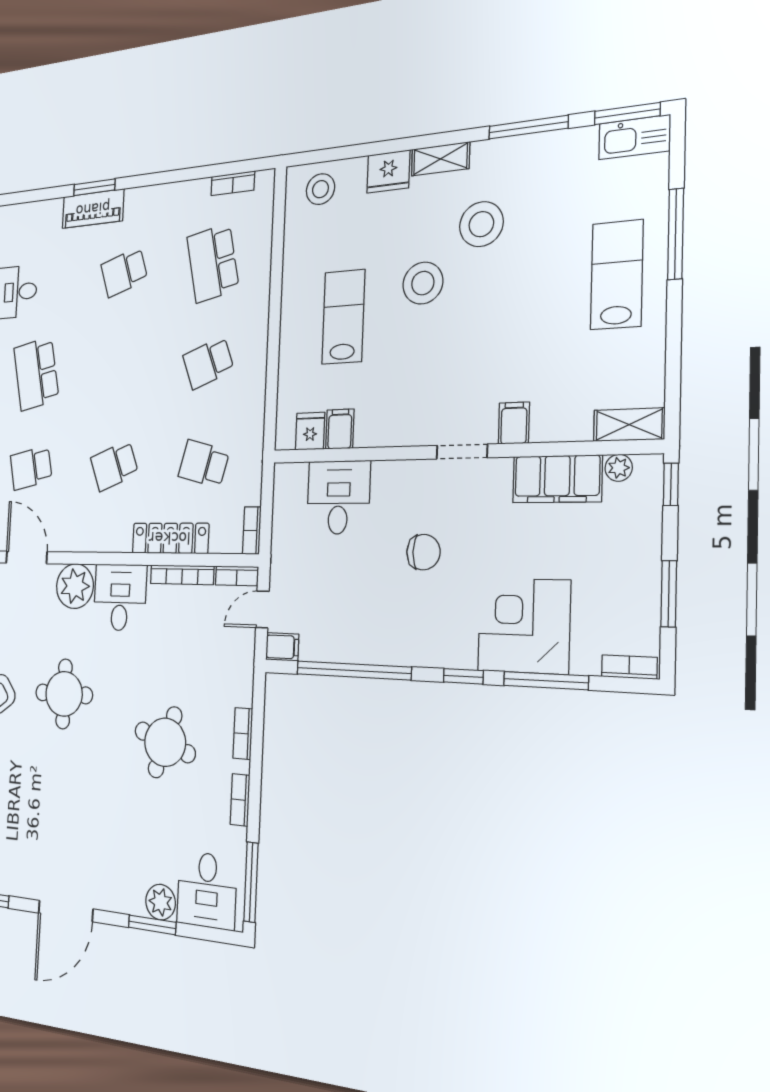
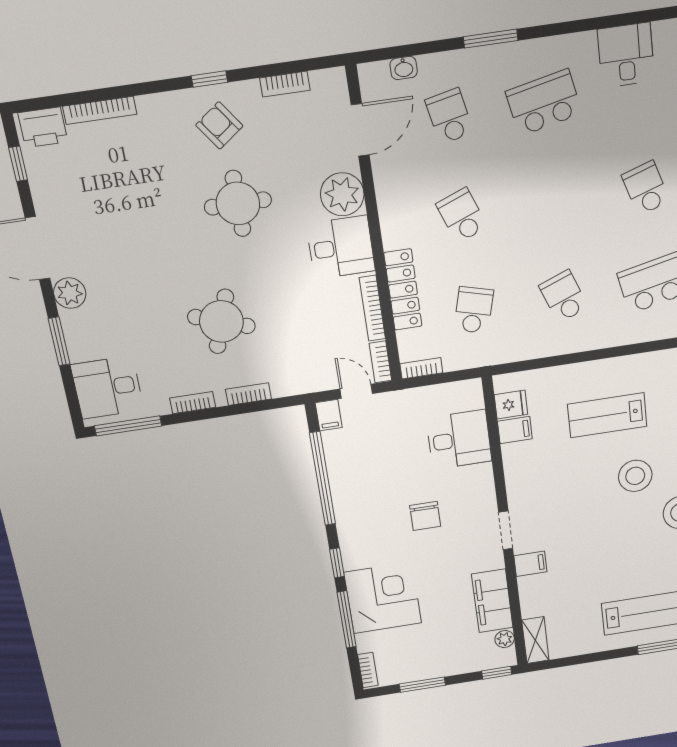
lab bench: (343, 317) -> (607, 415), turned 180
plant: (161, 902) -> (70, 293), moved

